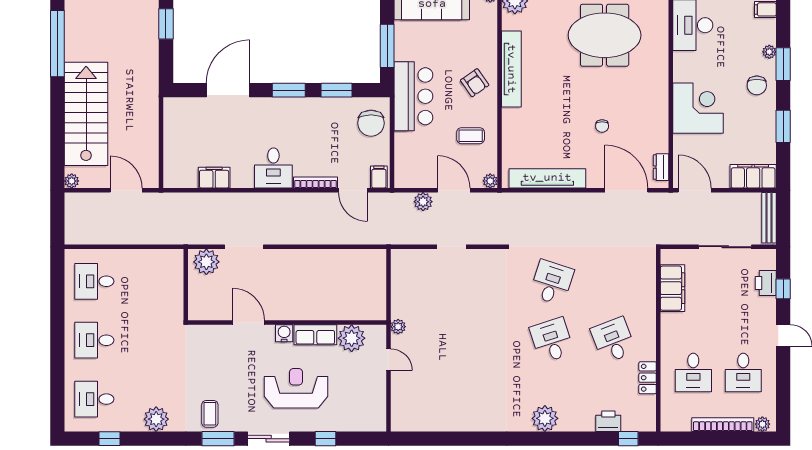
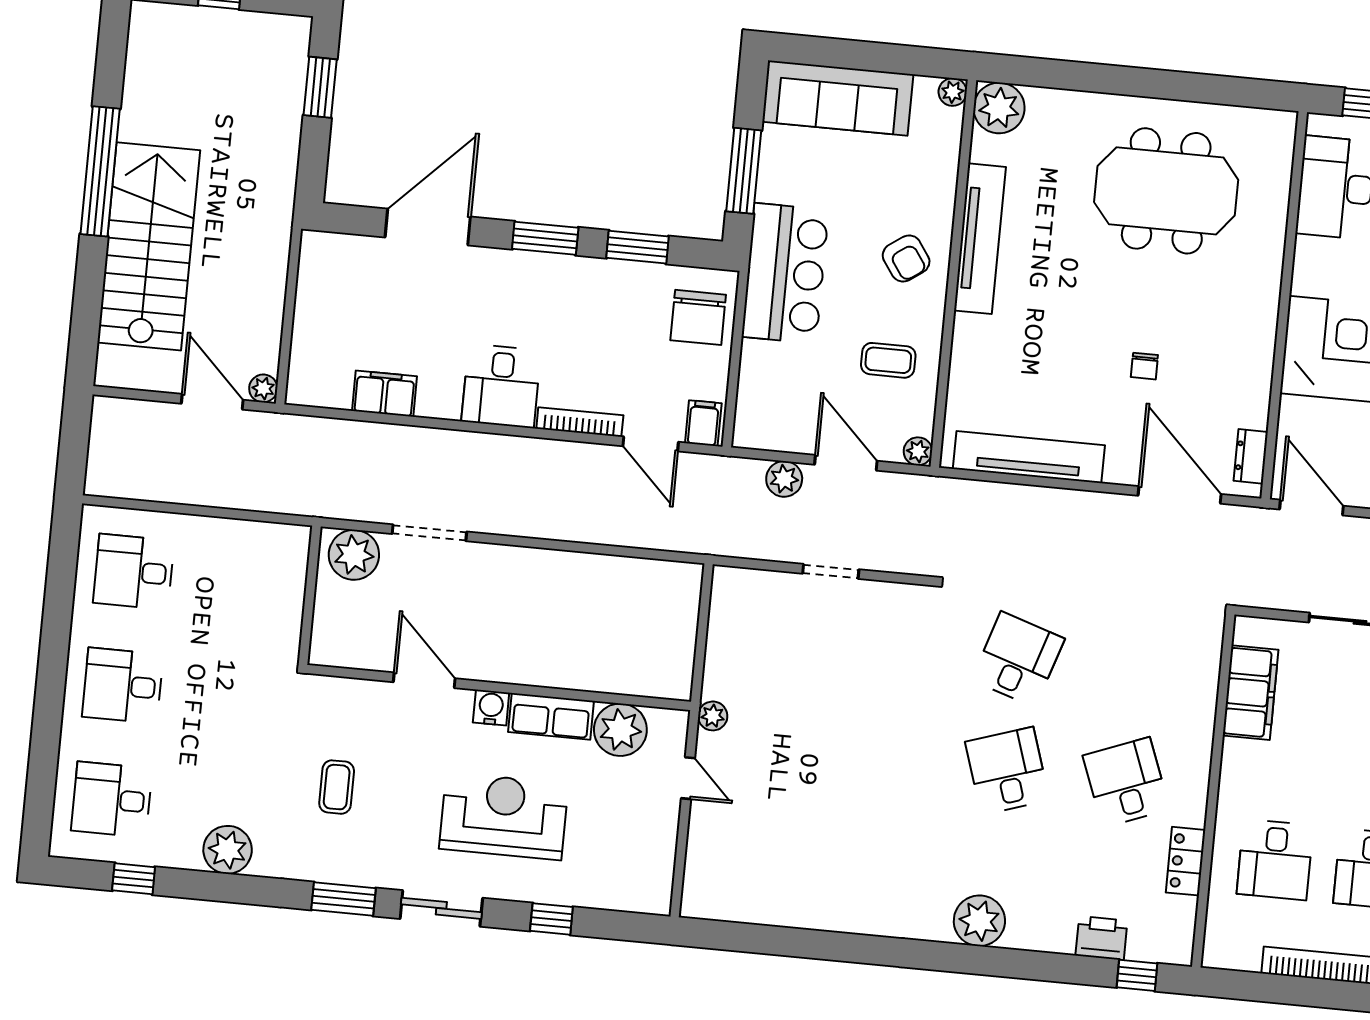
window: (57, 44) -> (100, 171), moved
plant: (72, 181) -> (263, 388), moved
coffee table: (210, 414) -> (337, 787), moved

